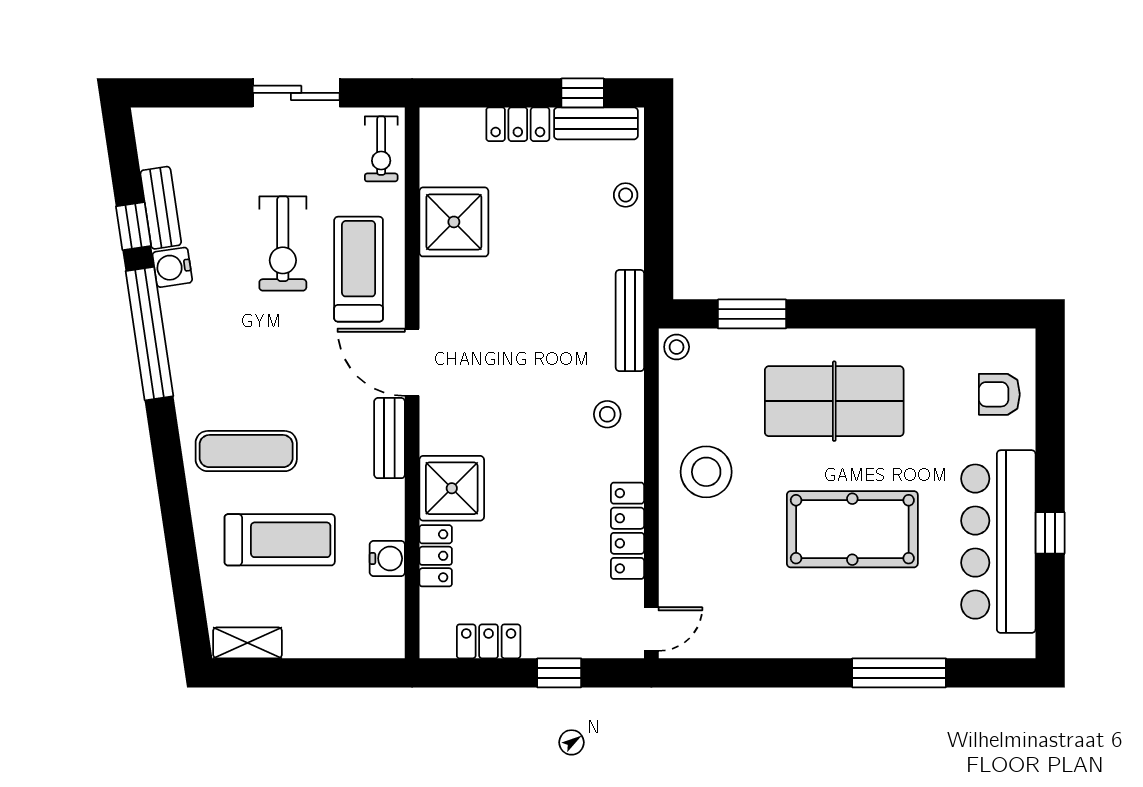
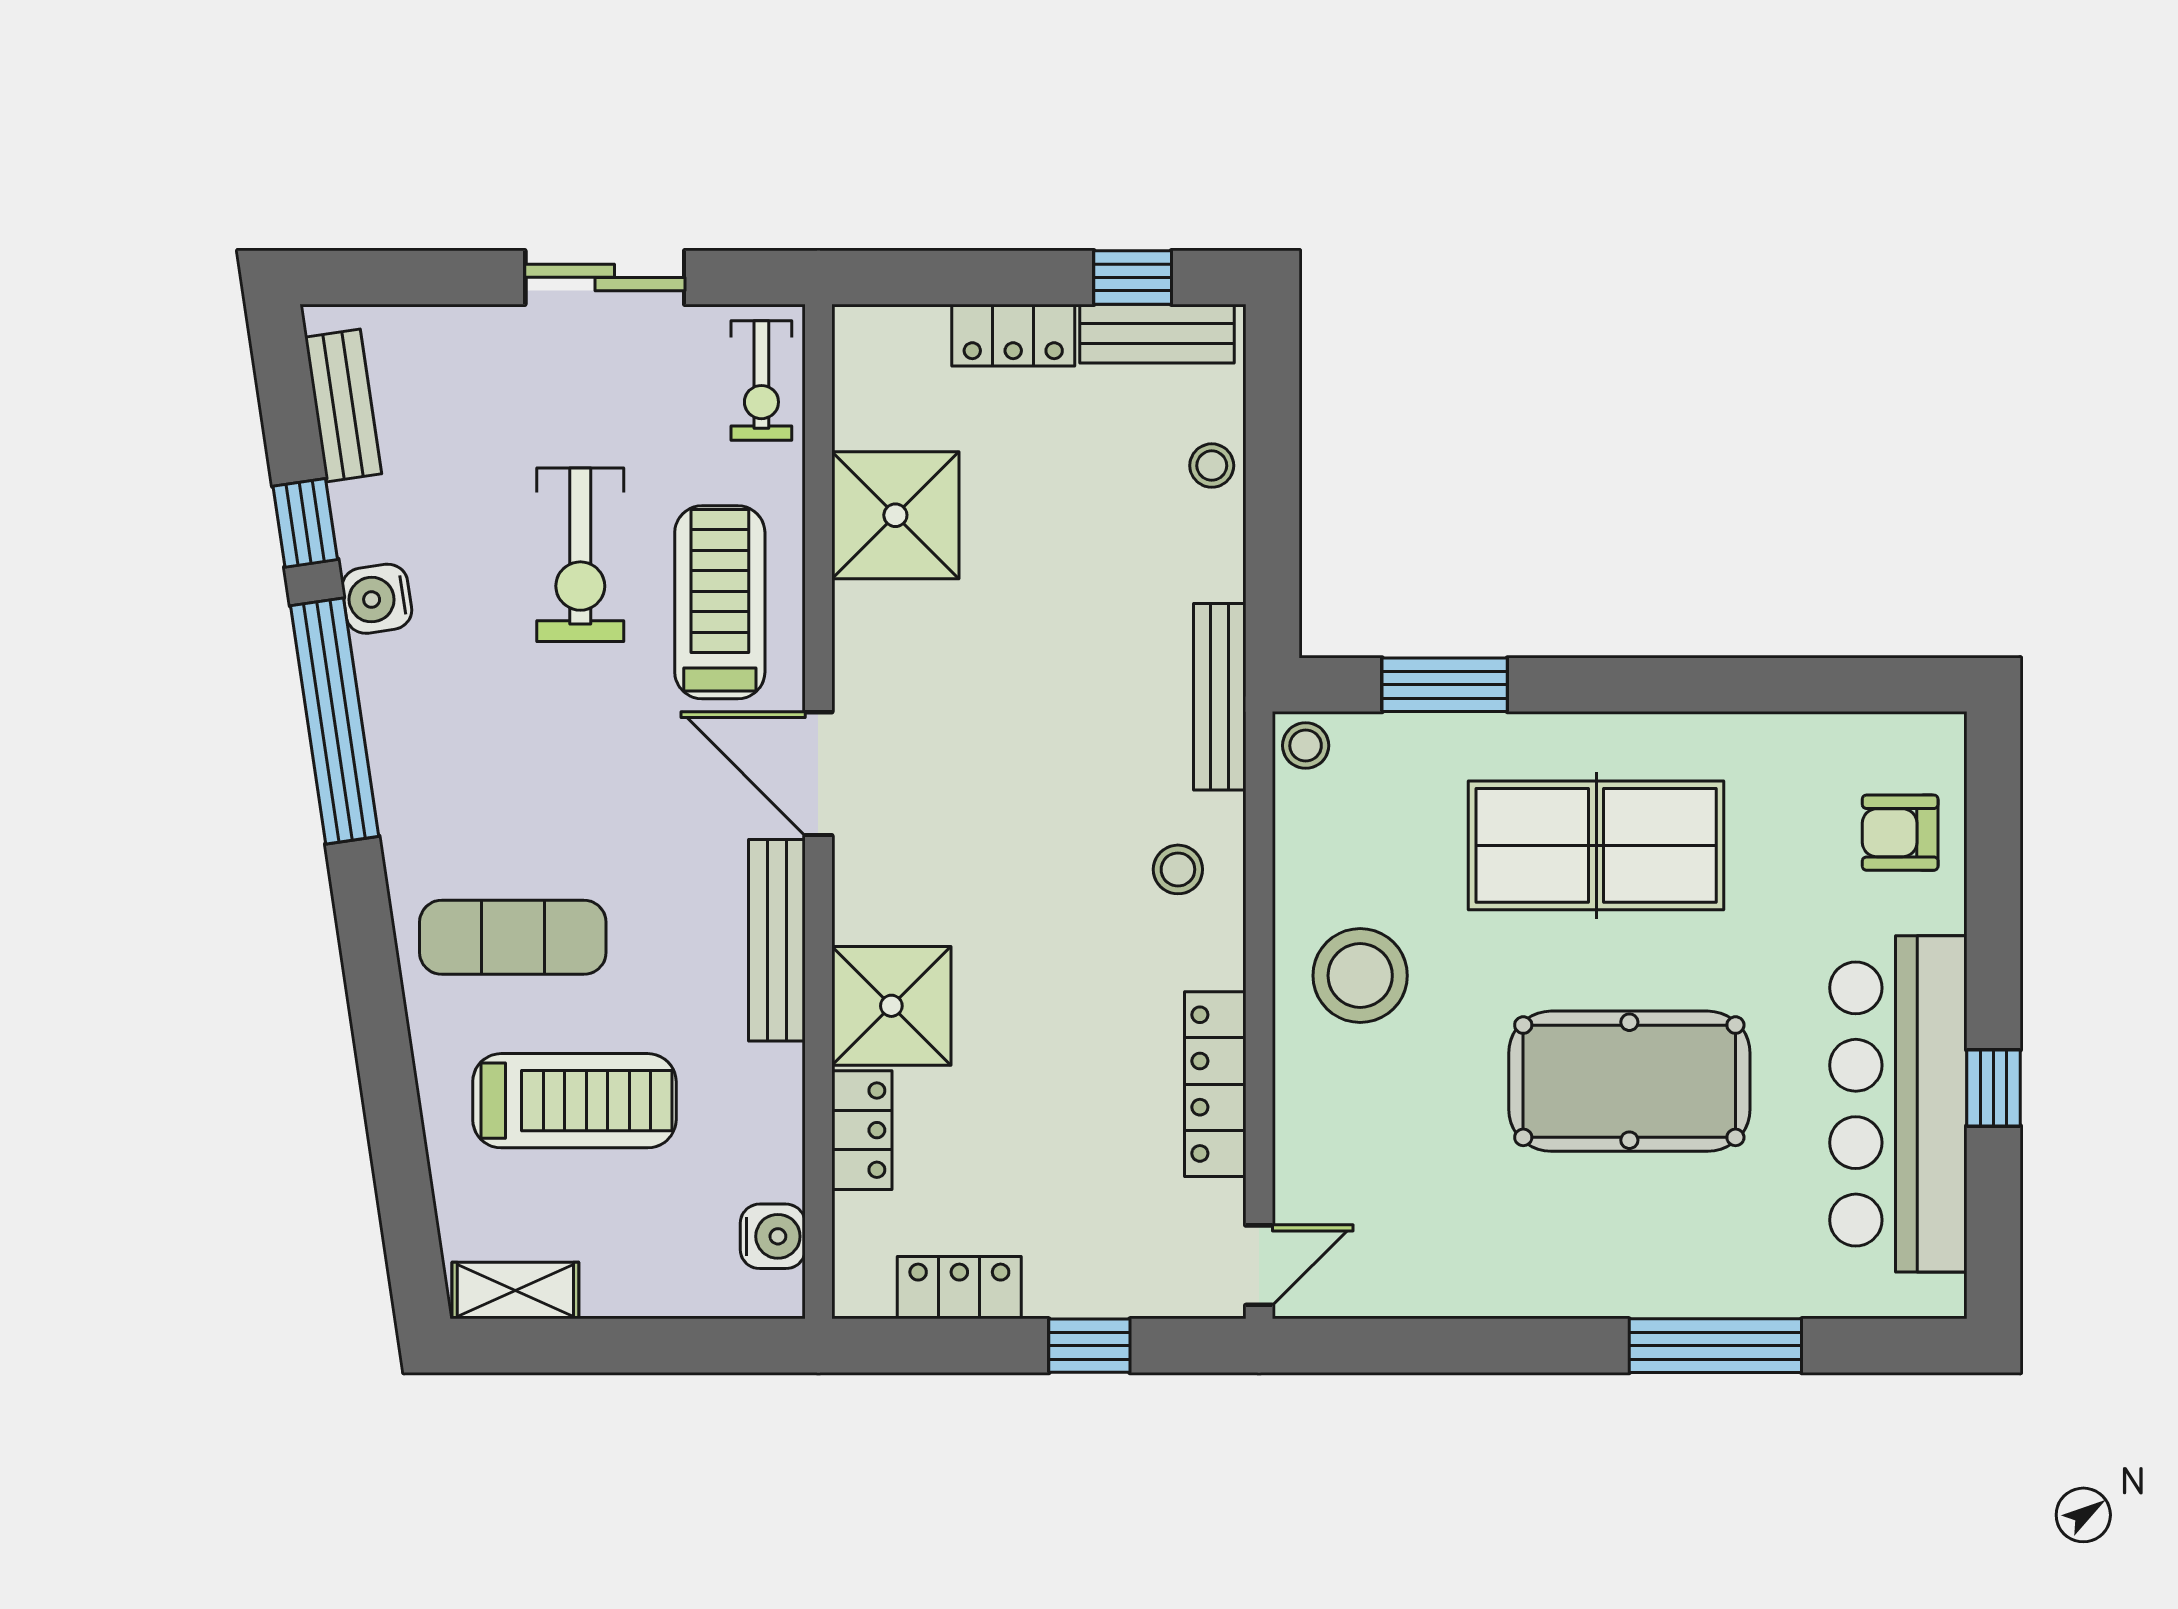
bench: (161, 208) -> (343, 405), moved
bench: (390, 438) -> (777, 940), width x1.36
water cooler: (387, 558) -> (773, 1236), moved

